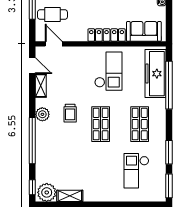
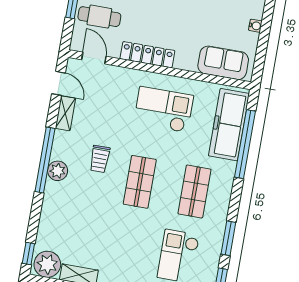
locker: (107, 35) -> (147, 55), moved
checkout: (108, 71) -> (164, 110), turned -90
plant: (42, 114) -> (58, 171), moved
window: (32, 141) -> (45, 160), moved

